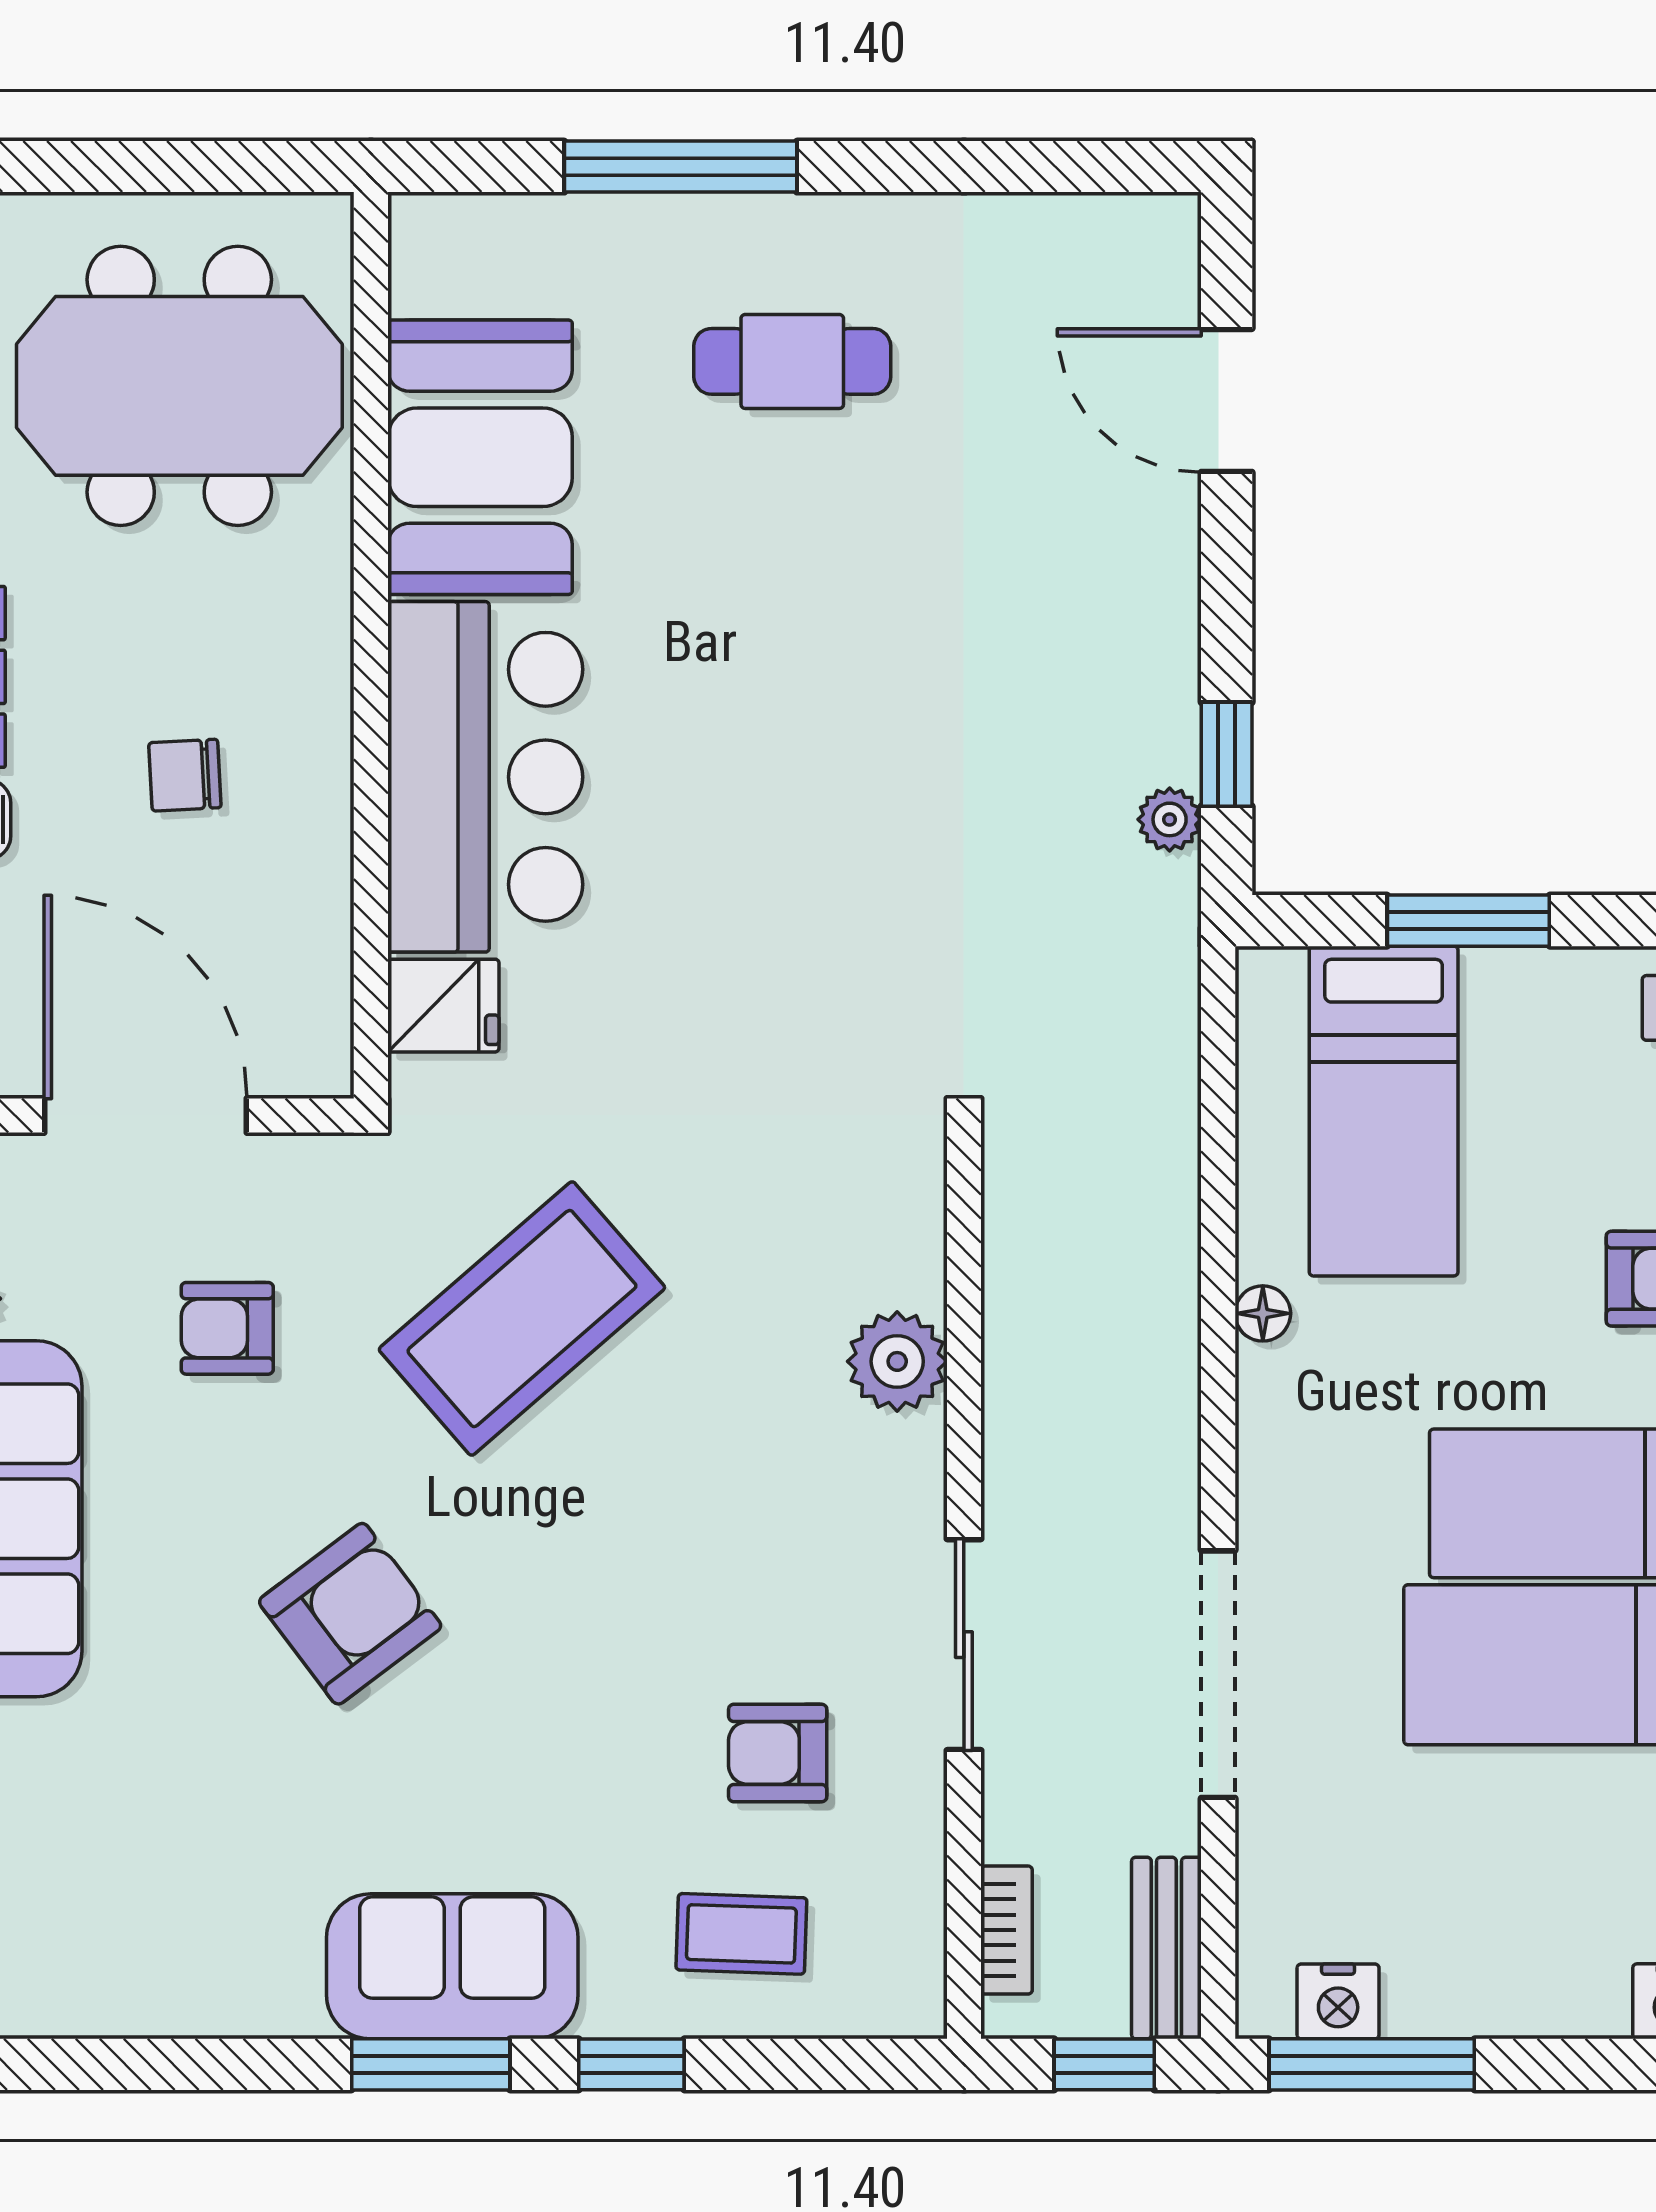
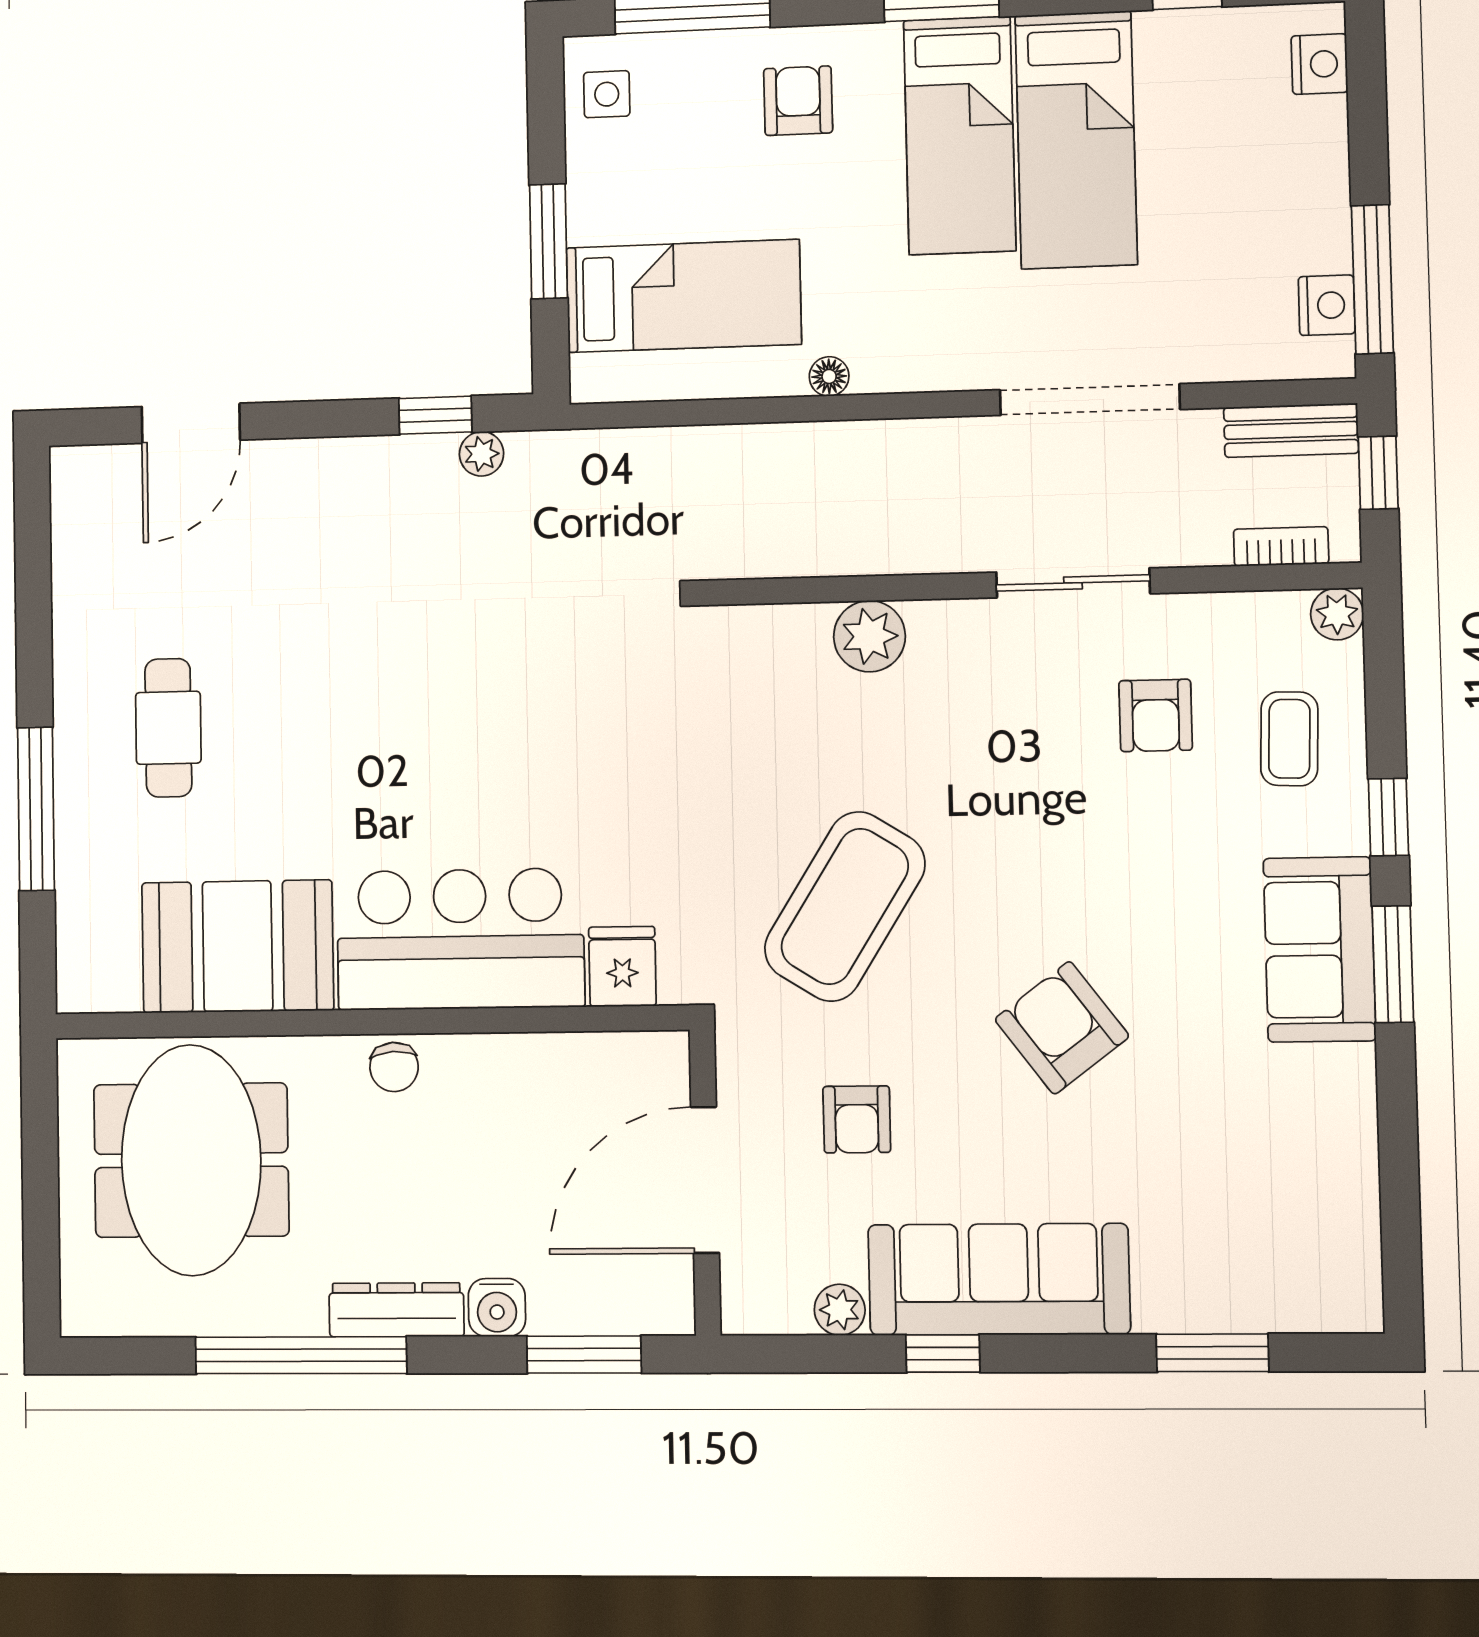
chair: (185, 775) -> (394, 1067), moved
coffee table: (522, 1319) -> (845, 906), turned 73
plant: (911, 2003) -> (1337, 614), added

